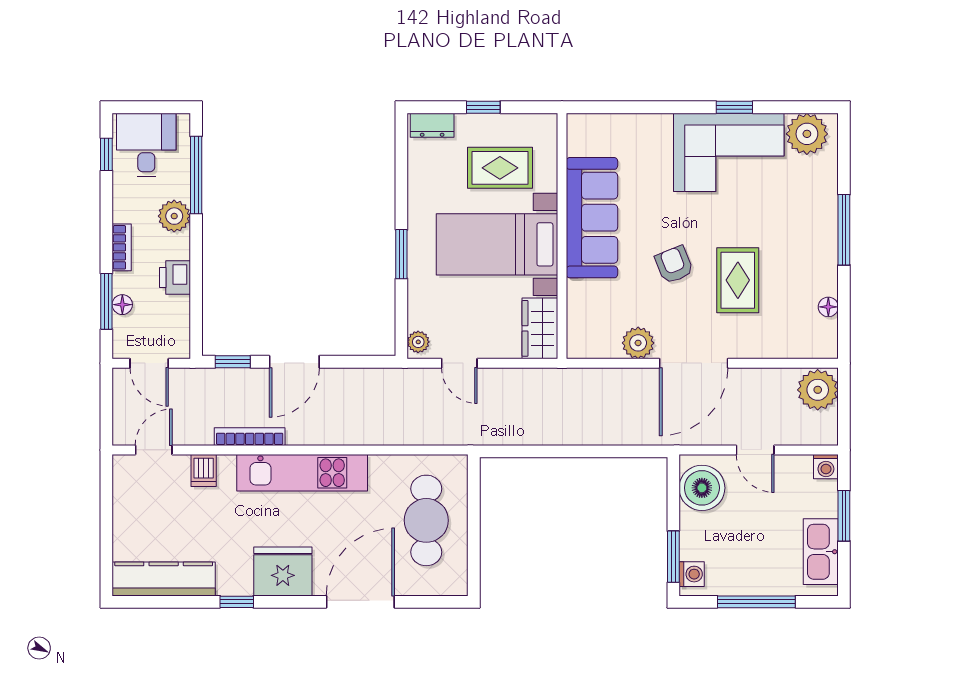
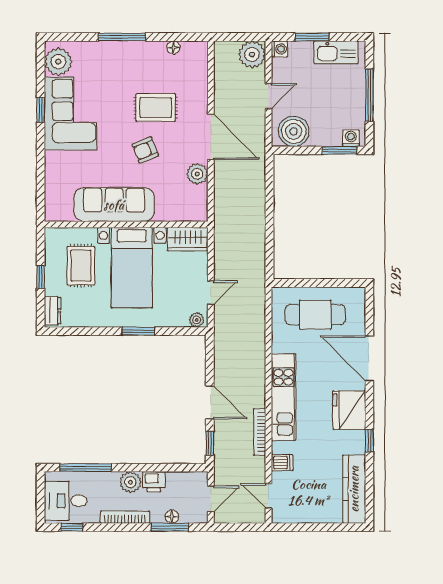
plant: (174, 216) -> (130, 482), moved
bookcase: (122, 247) -> (125, 517), width x1.56
plant: (818, 390) -> (252, 54), moved

